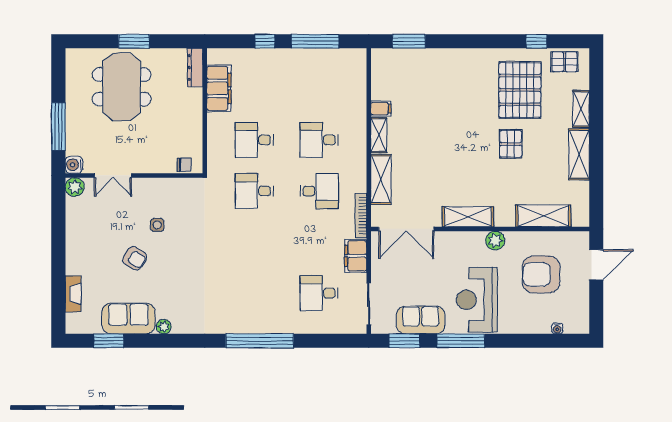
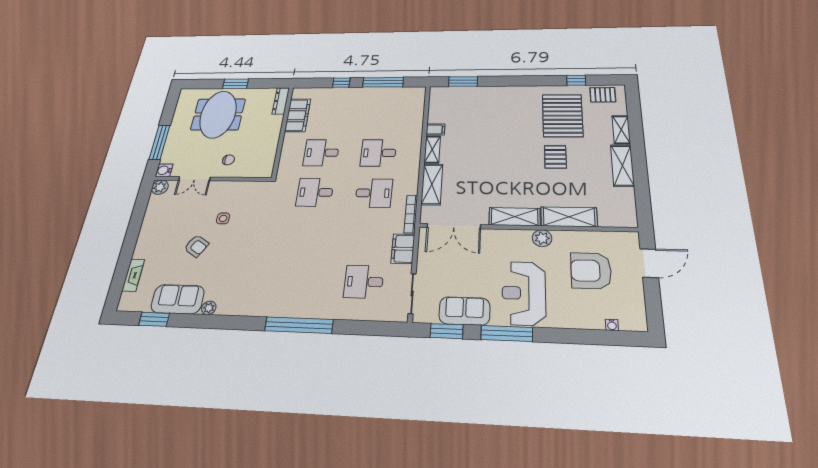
chair: (184, 165) -> (228, 160), moved
shelving: (543, 216) -> (569, 217), moved

